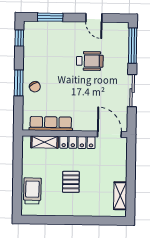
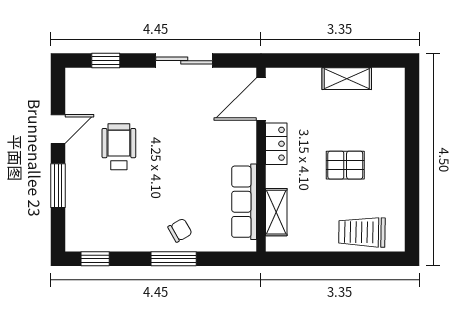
window: (50, 17) -> (58, 186), moved
window: (133, 46) -> (106, 61), width x0.46
wheelchair: (90, 61) -> (119, 147), moved
locker: (77, 142) -> (276, 144), width x0.66
shelving: (120, 196) -> (347, 79), moved

